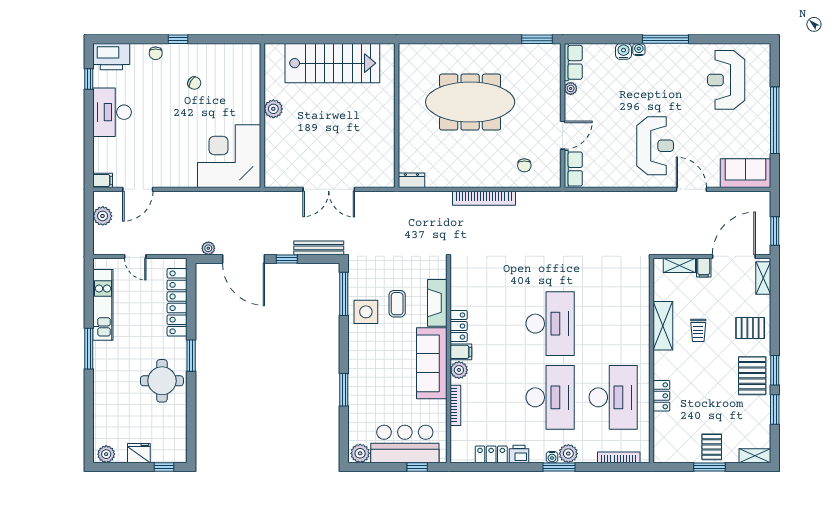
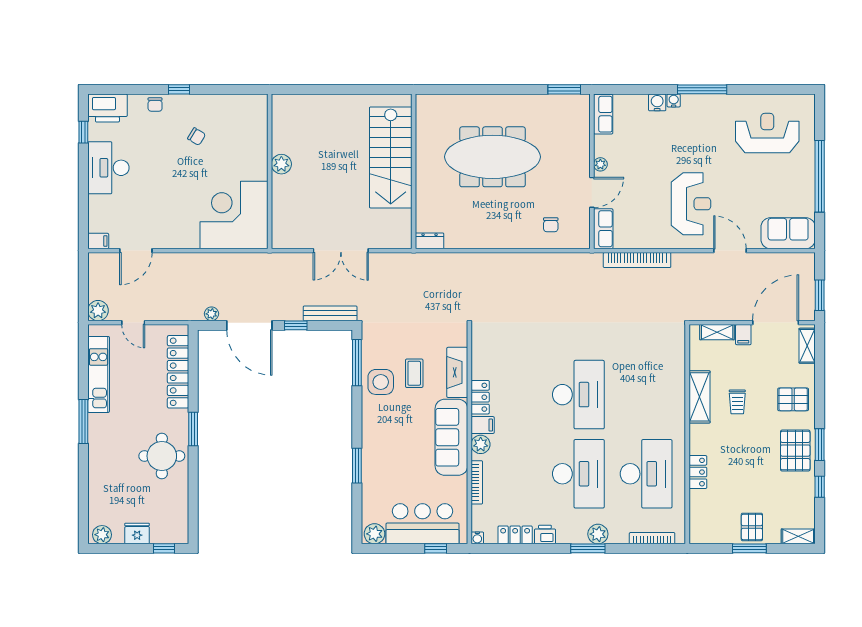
stairs: (332, 63) -> (391, 157), moved, turned 90
reception desk: (726, 80) -> (767, 133), turned 90
plant: (571, 88) -> (600, 164), moved
bookcase: (484, 198) -> (637, 260), moved
plant: (103, 216) -> (98, 311), moved
window: (775, 410) -> (820, 487), width x0.67
water cooler: (552, 457) -> (477, 538), moved

